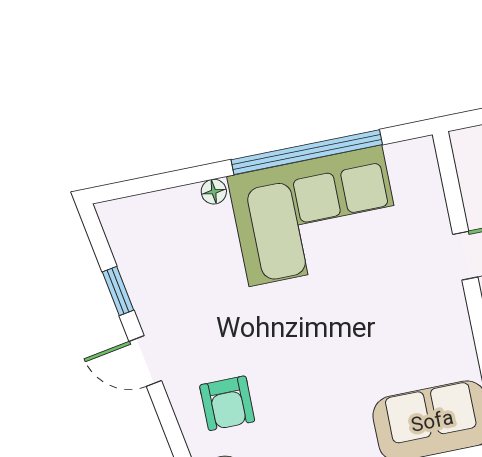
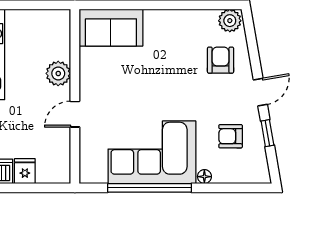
armchair: (182, 272) -> (231, 136), added
door: (145, 361) -> (260, 92), hinge flipped

